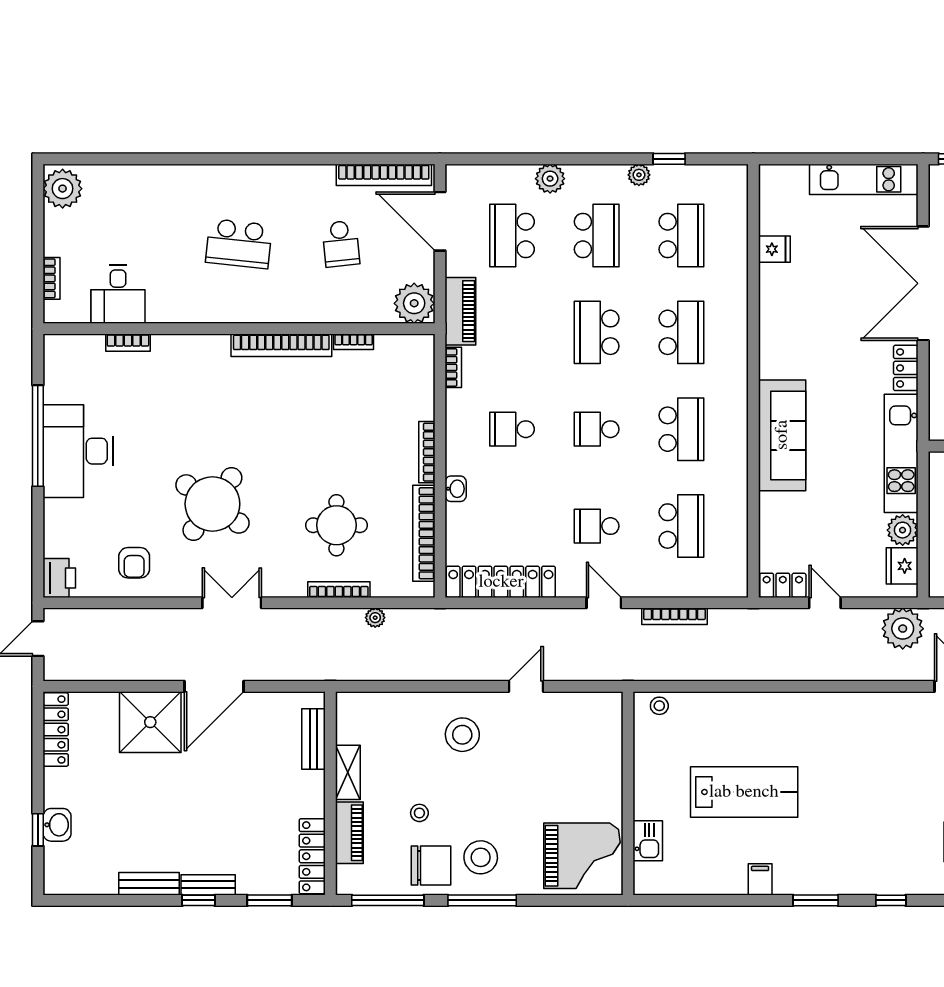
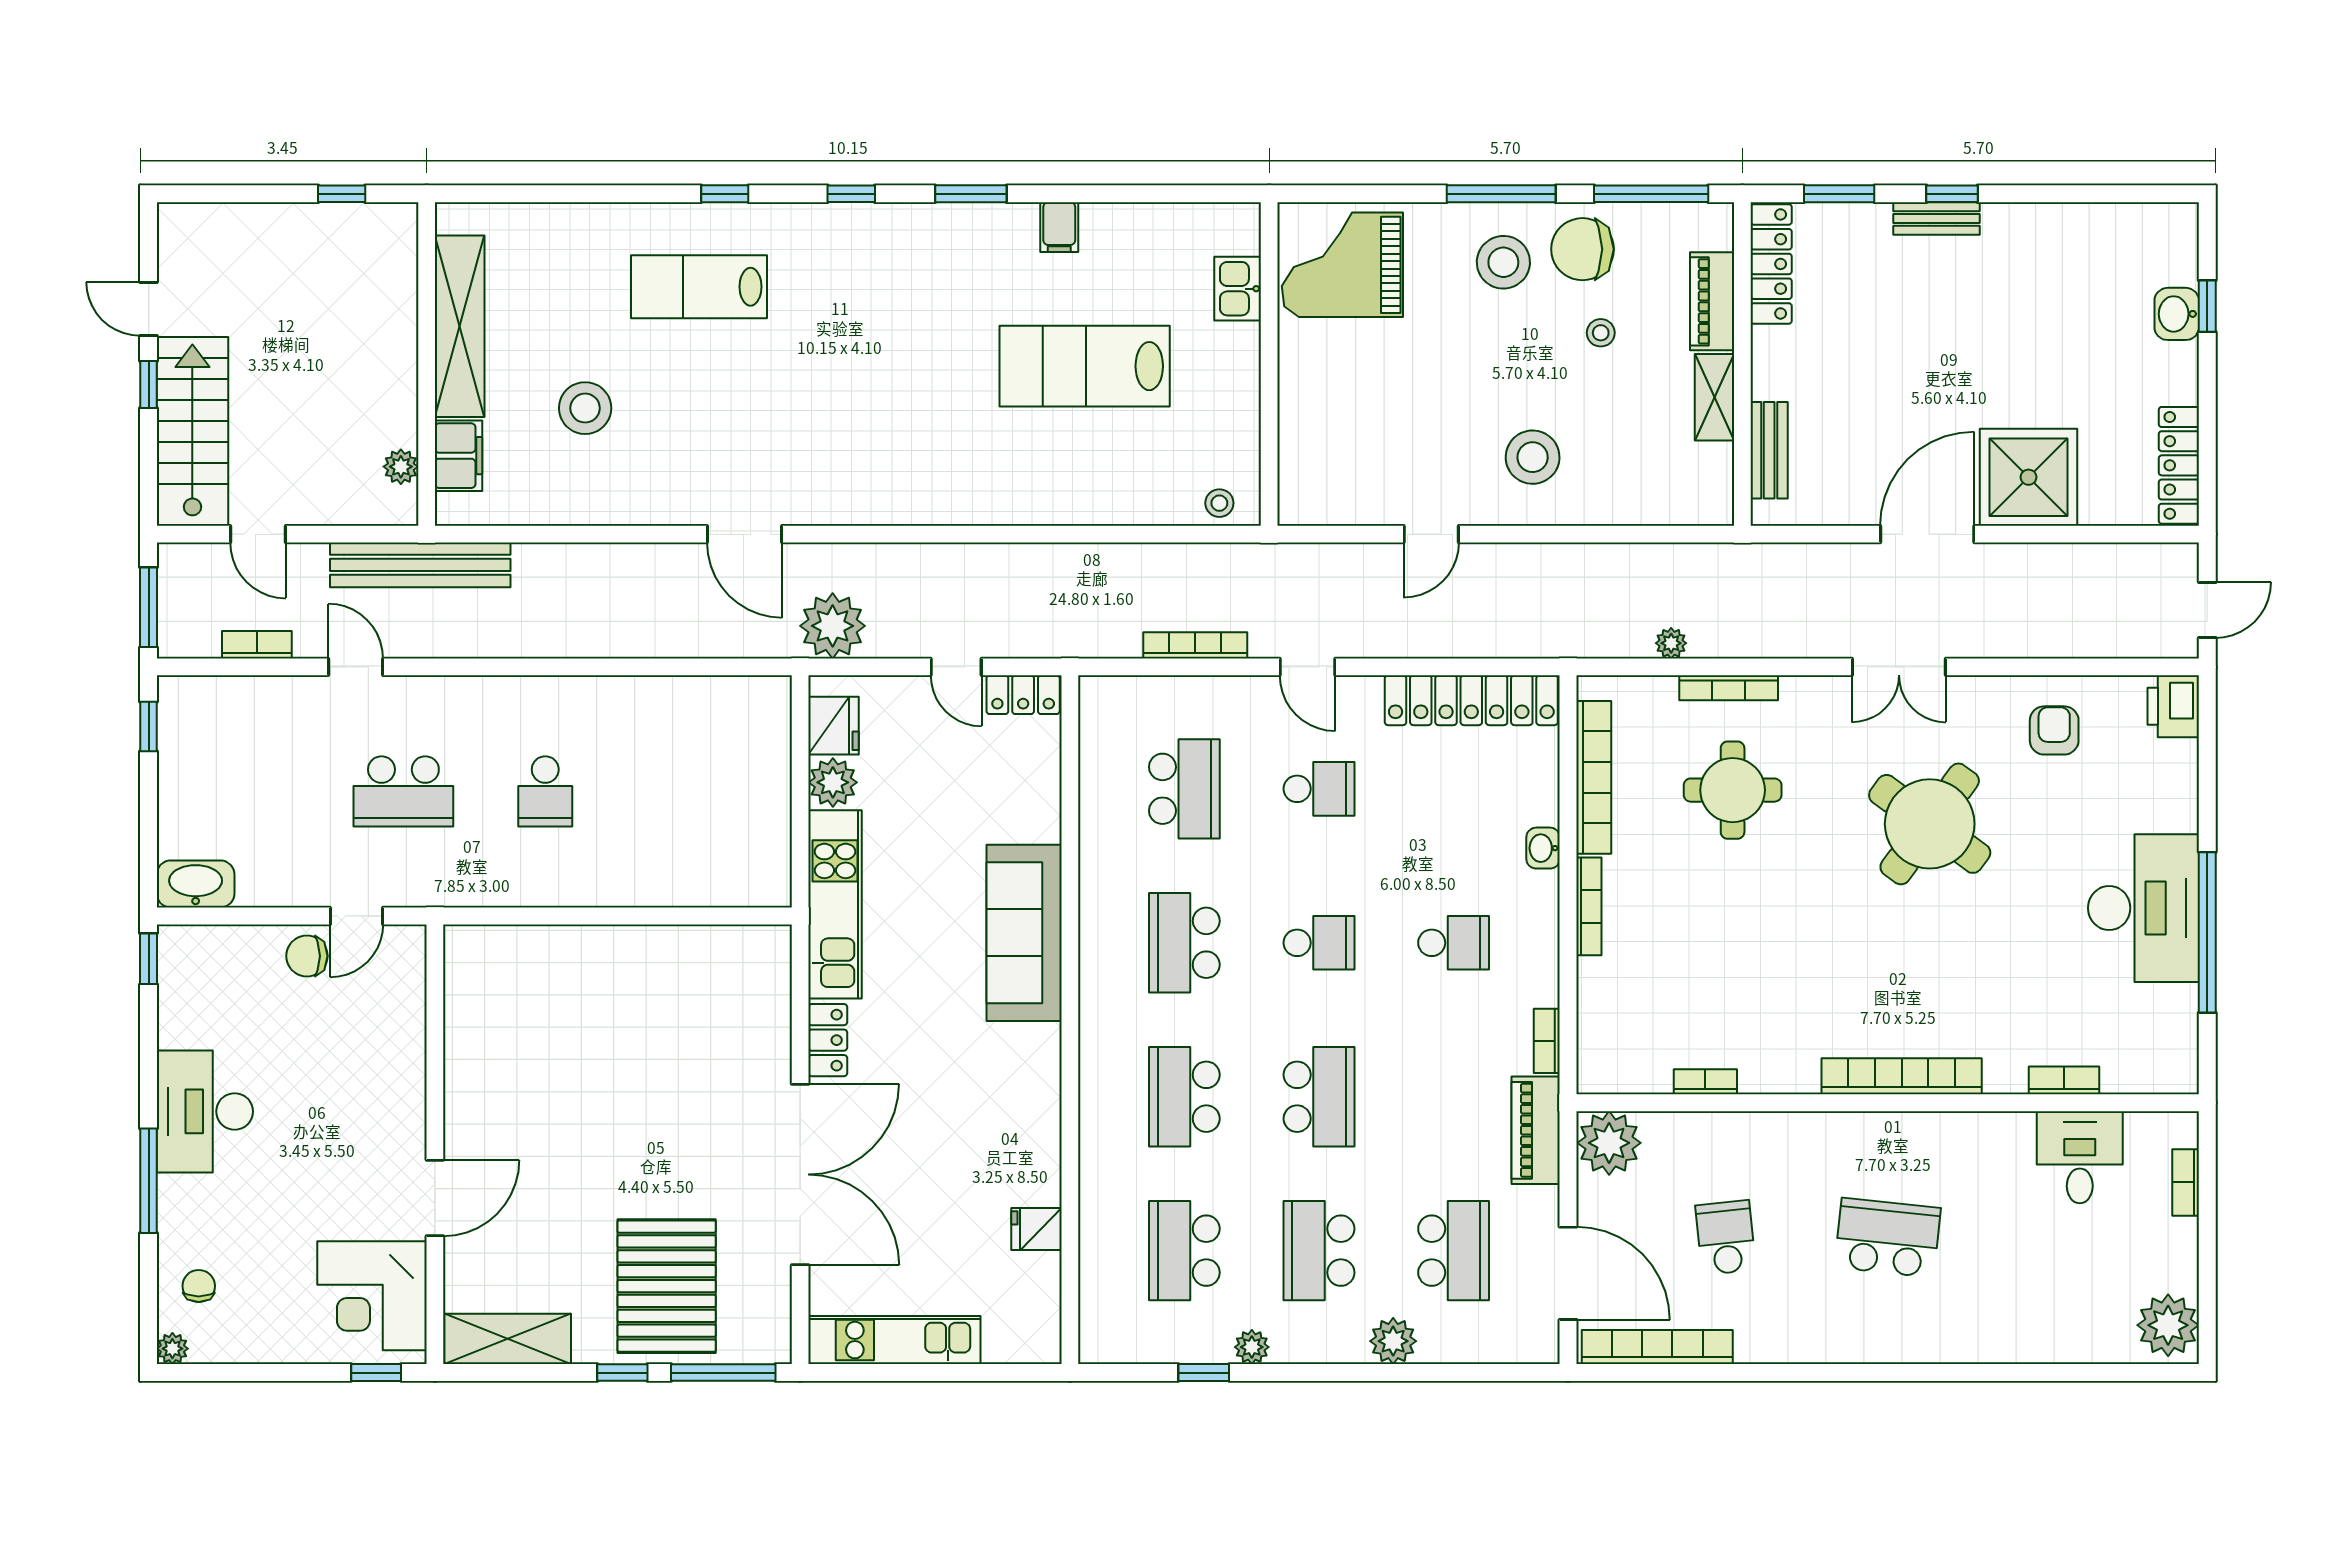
bookcase: (281, 345) -> (1902, 1076), moved
school desk: (681, 526) -> (1184, 789), turned 180
bench: (149, 884) -> (2031, 220), removed

